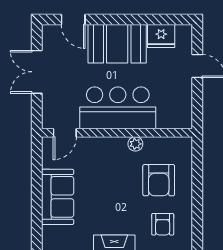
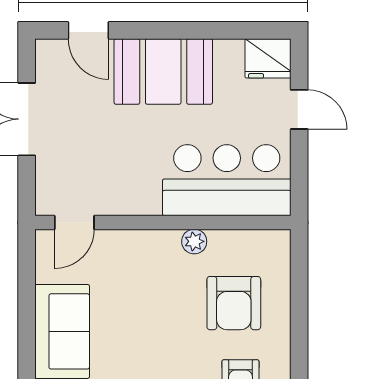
fridge: (161, 36) -> (268, 58), moved
bar counter: (118, 108) -> (227, 180), moved

